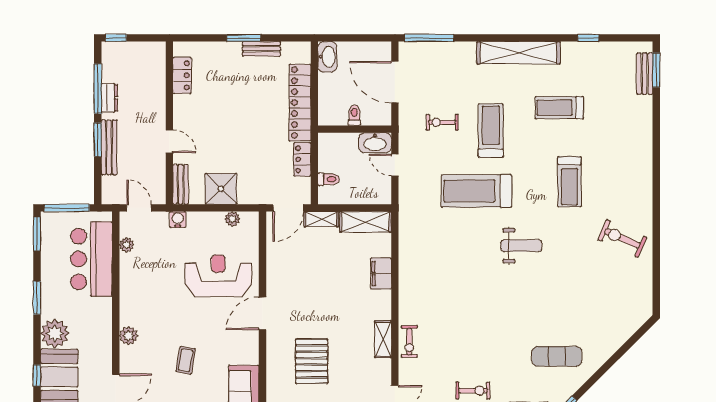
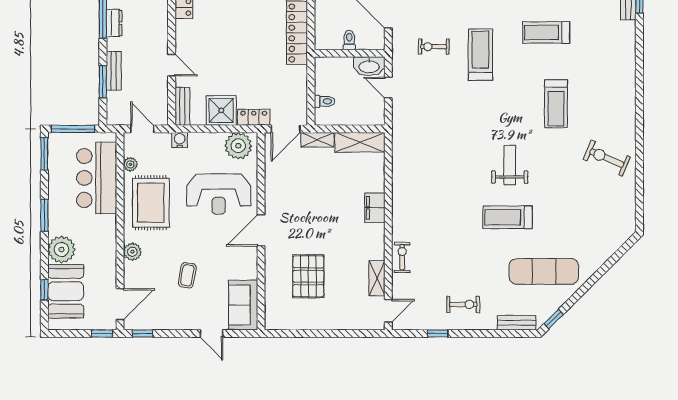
window: (98, 140) -> (103, 82), moved
bench: (109, 147) -> (114, 71), width x0.73
locker: (302, 159) -> (254, 117), moved, turned 90
treadmill: (476, 191) -> (508, 217), moved, width x0.73, depth x0.73
plant: (232, 219) -> (238, 146), width x1.88, depth x1.88
weight bench: (521, 246) -> (510, 165), turned -90
filing cabinet: (381, 274) -> (375, 208), moved
reception desk: (218, 276) -> (219, 194), turned 180
rug: (148, 285) -> (151, 203), added
shelving: (383, 339) -> (377, 278), moved
exercise bike: (409, 342) -> (402, 257), turned 180
exercise mat: (557, 356) -> (544, 271), width x1.36, depth x1.45

